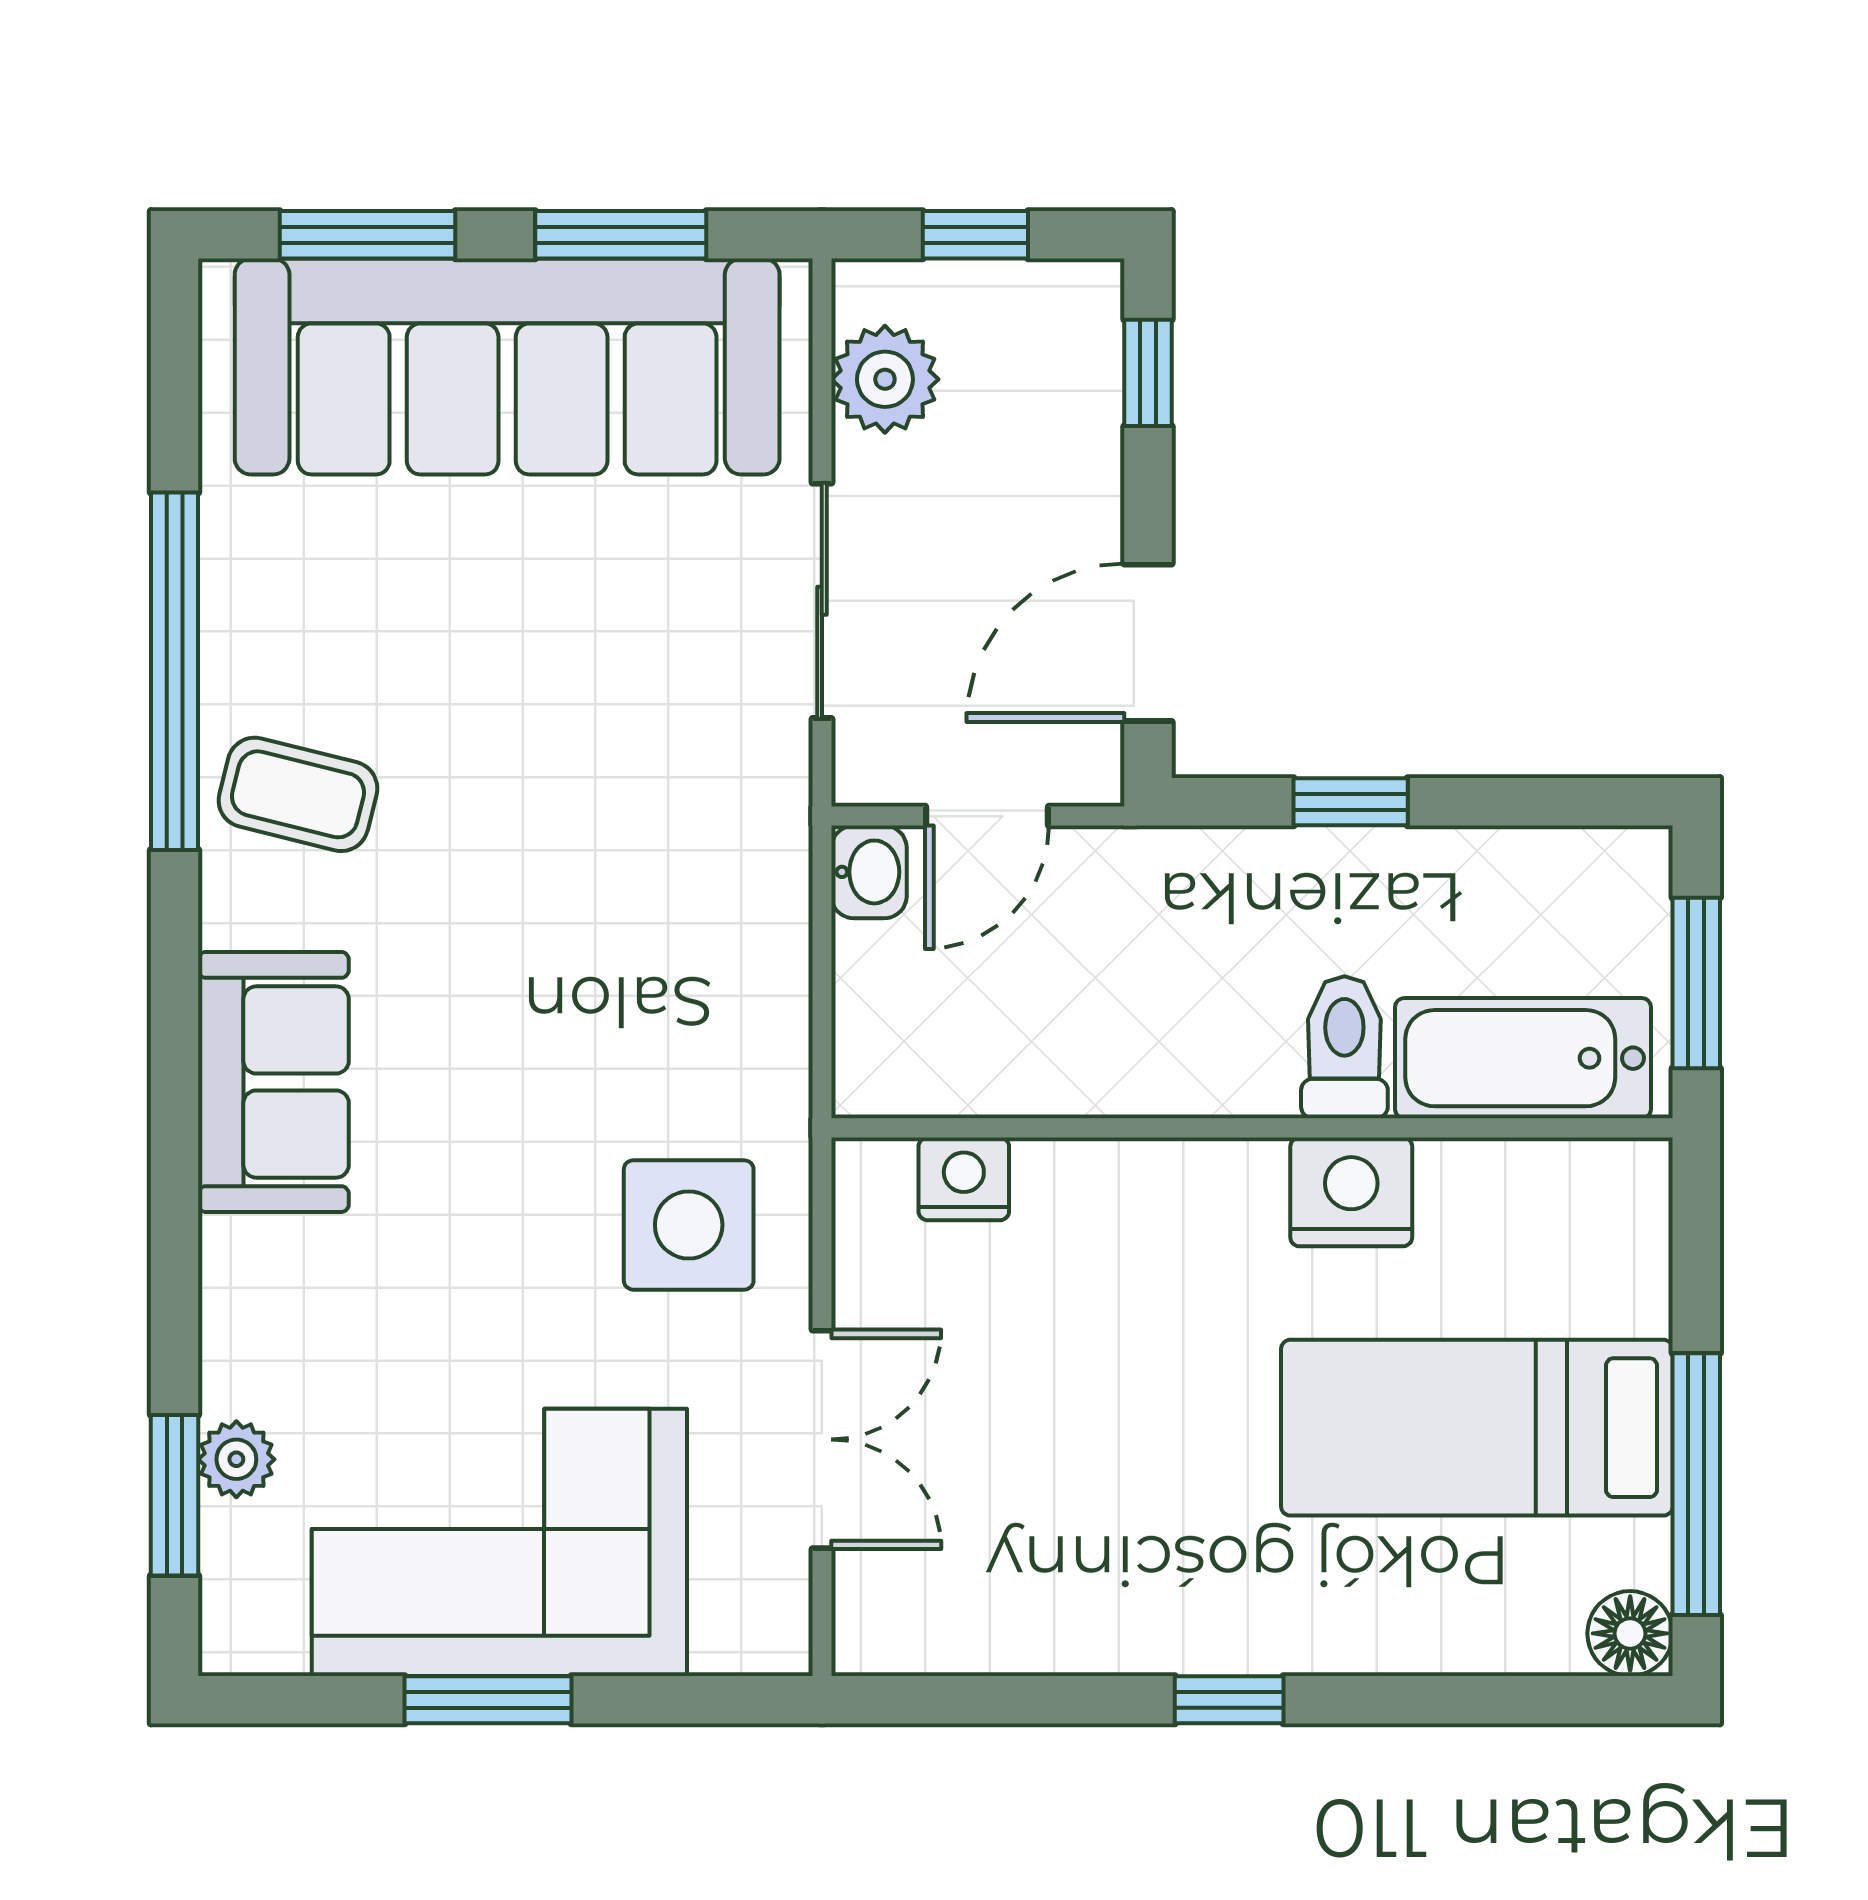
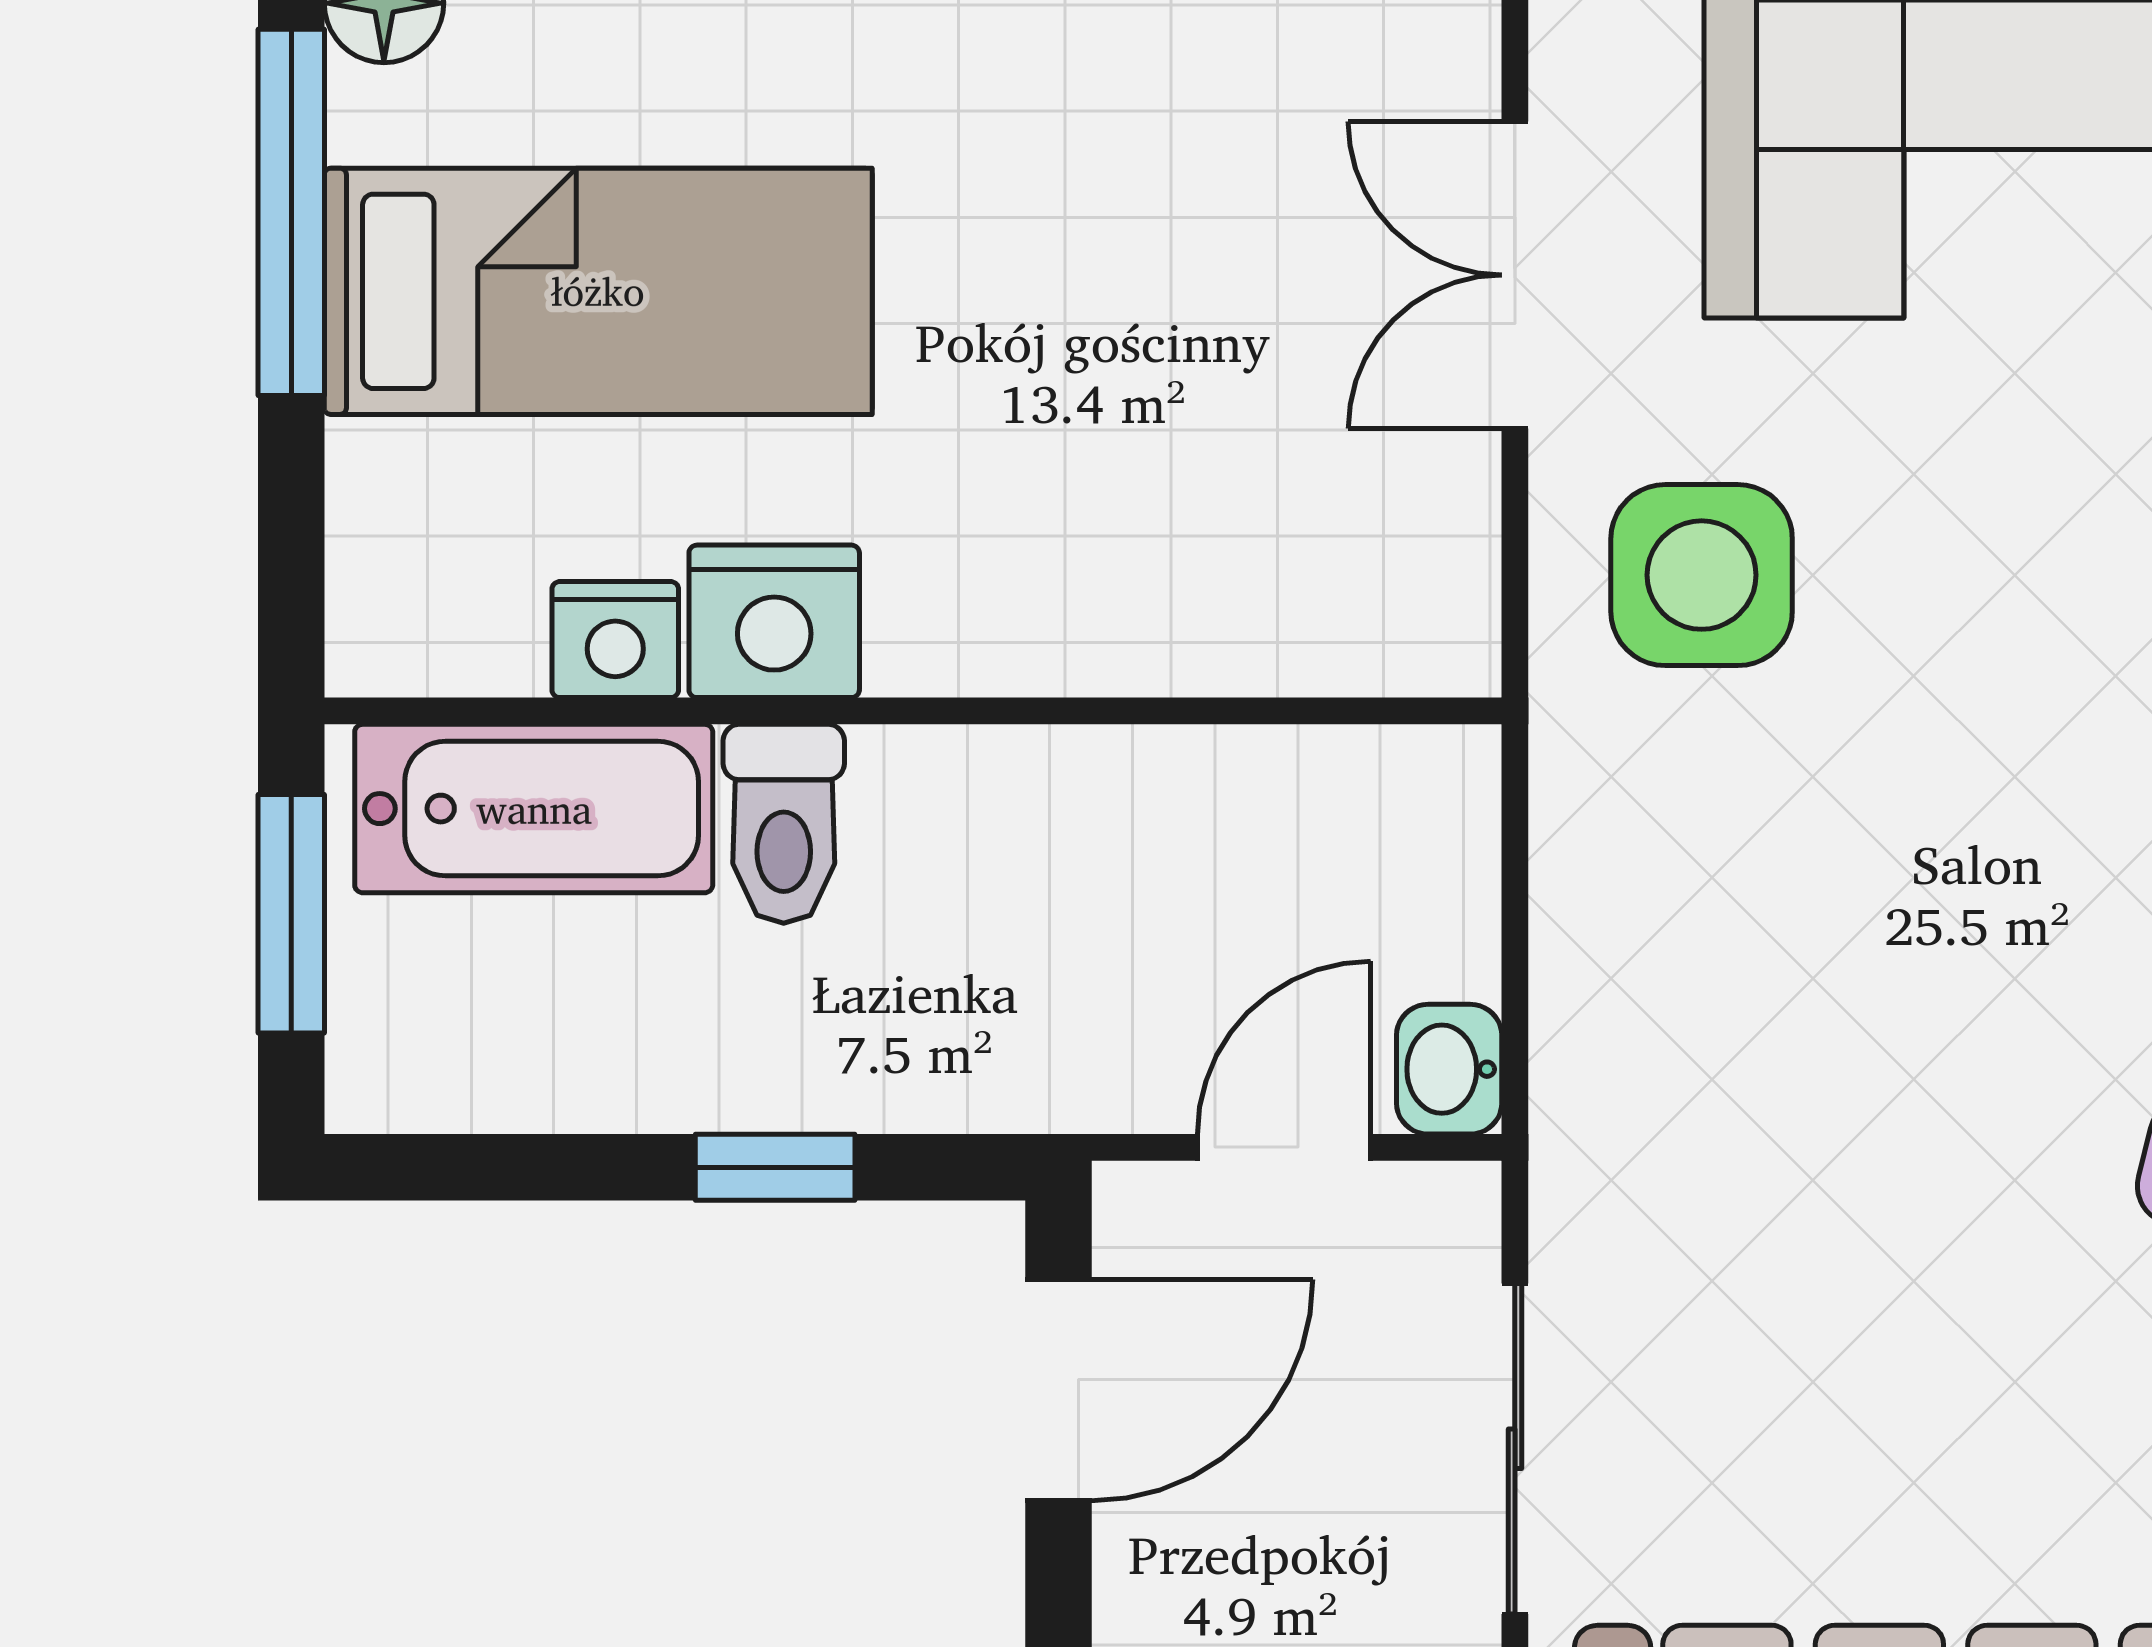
nightstand: (964, 1179) -> (615, 640), moved

